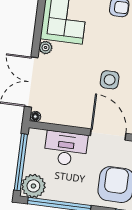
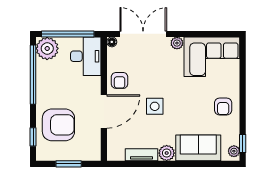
armchair: (77, 114) -> (120, 80), added
desk: (66, 149) -> (86, 56), moved

